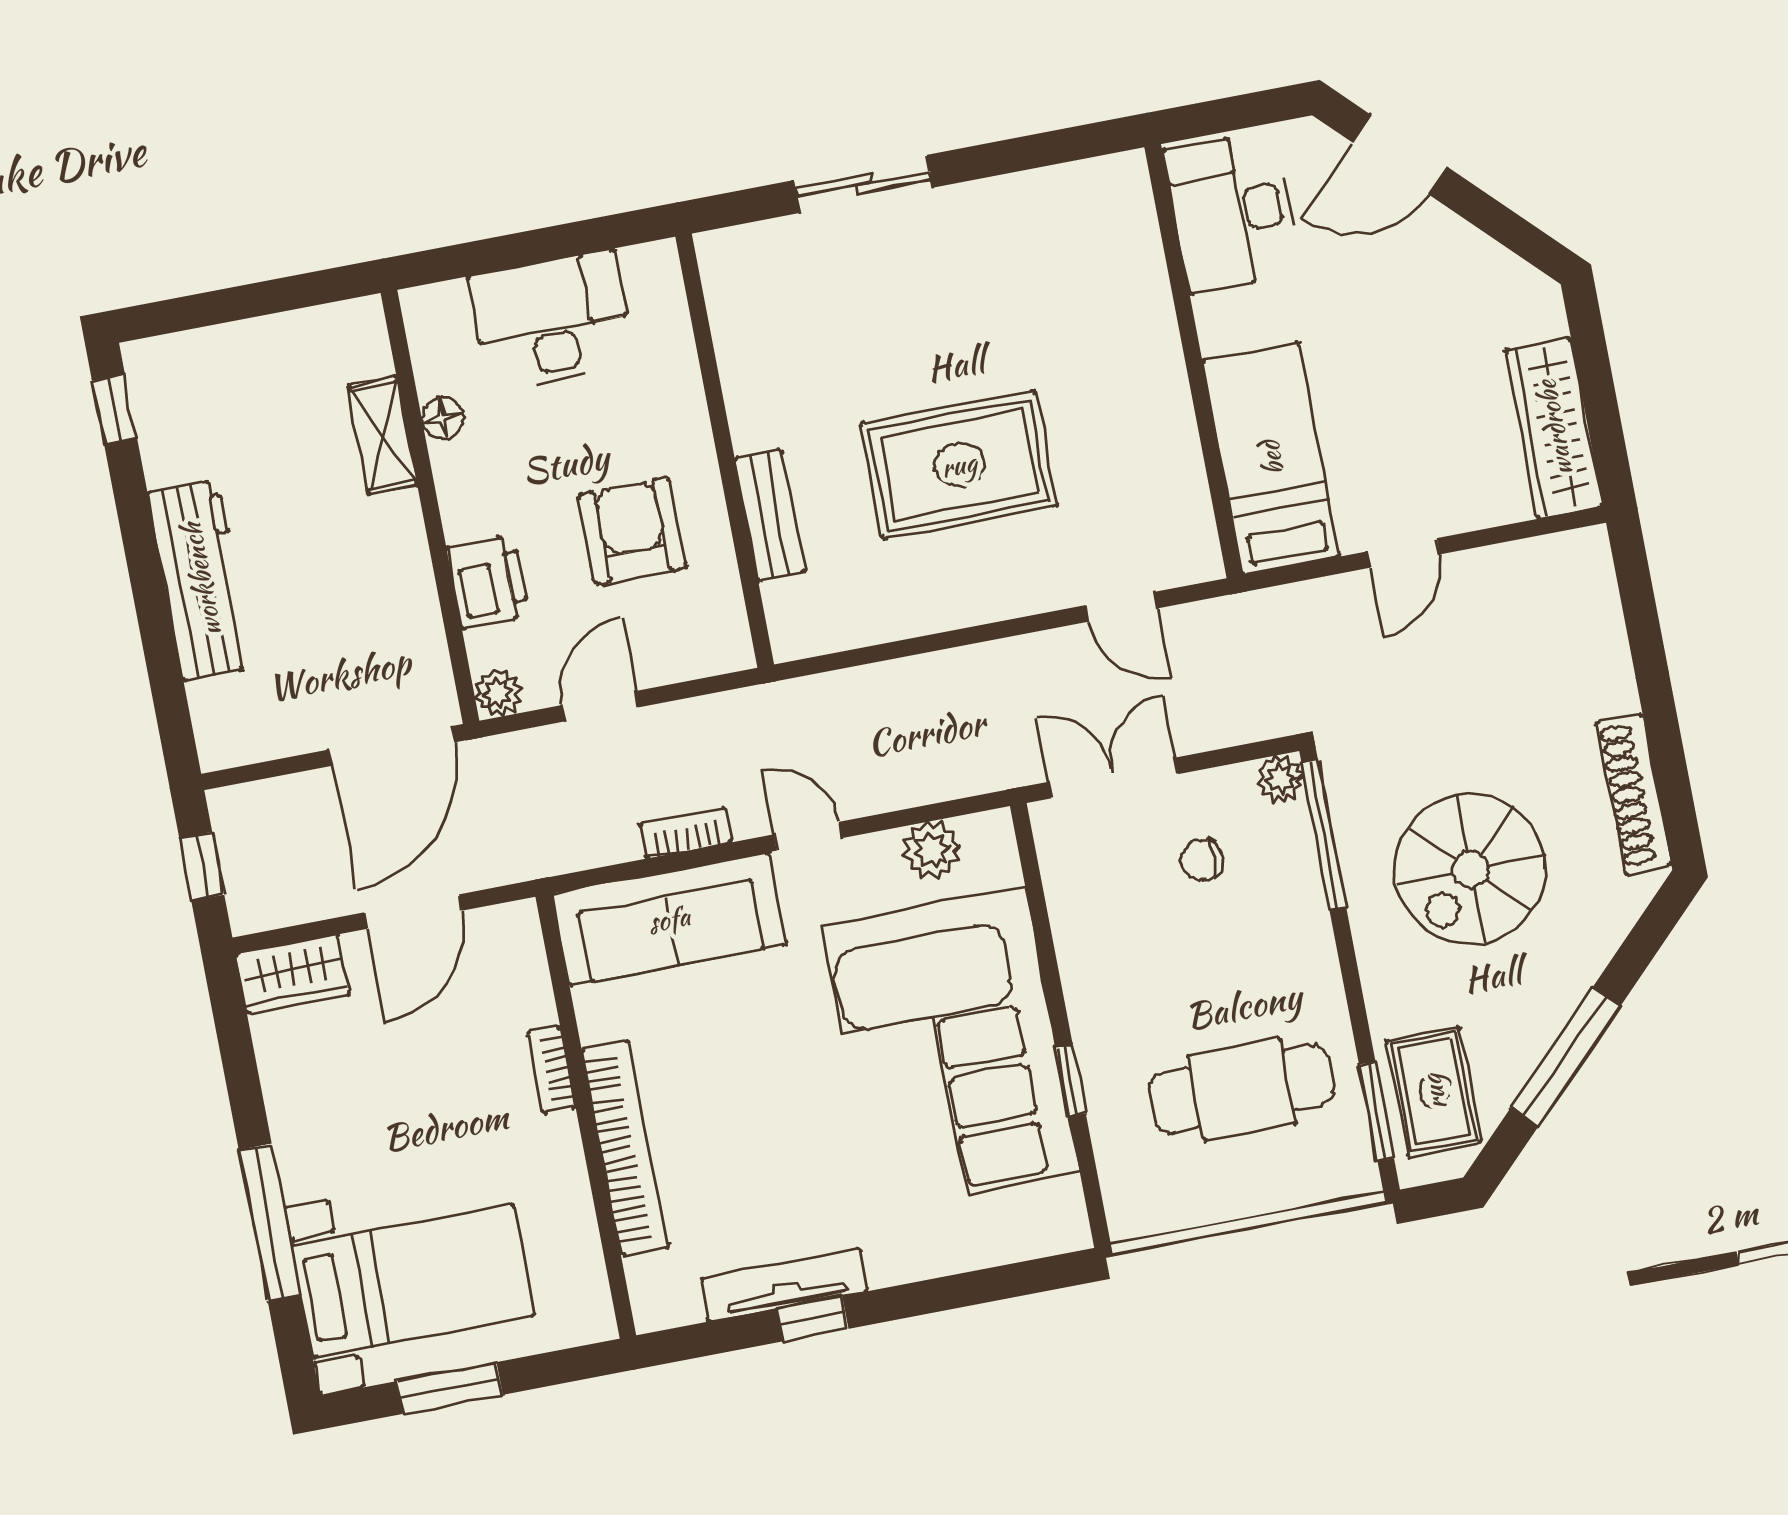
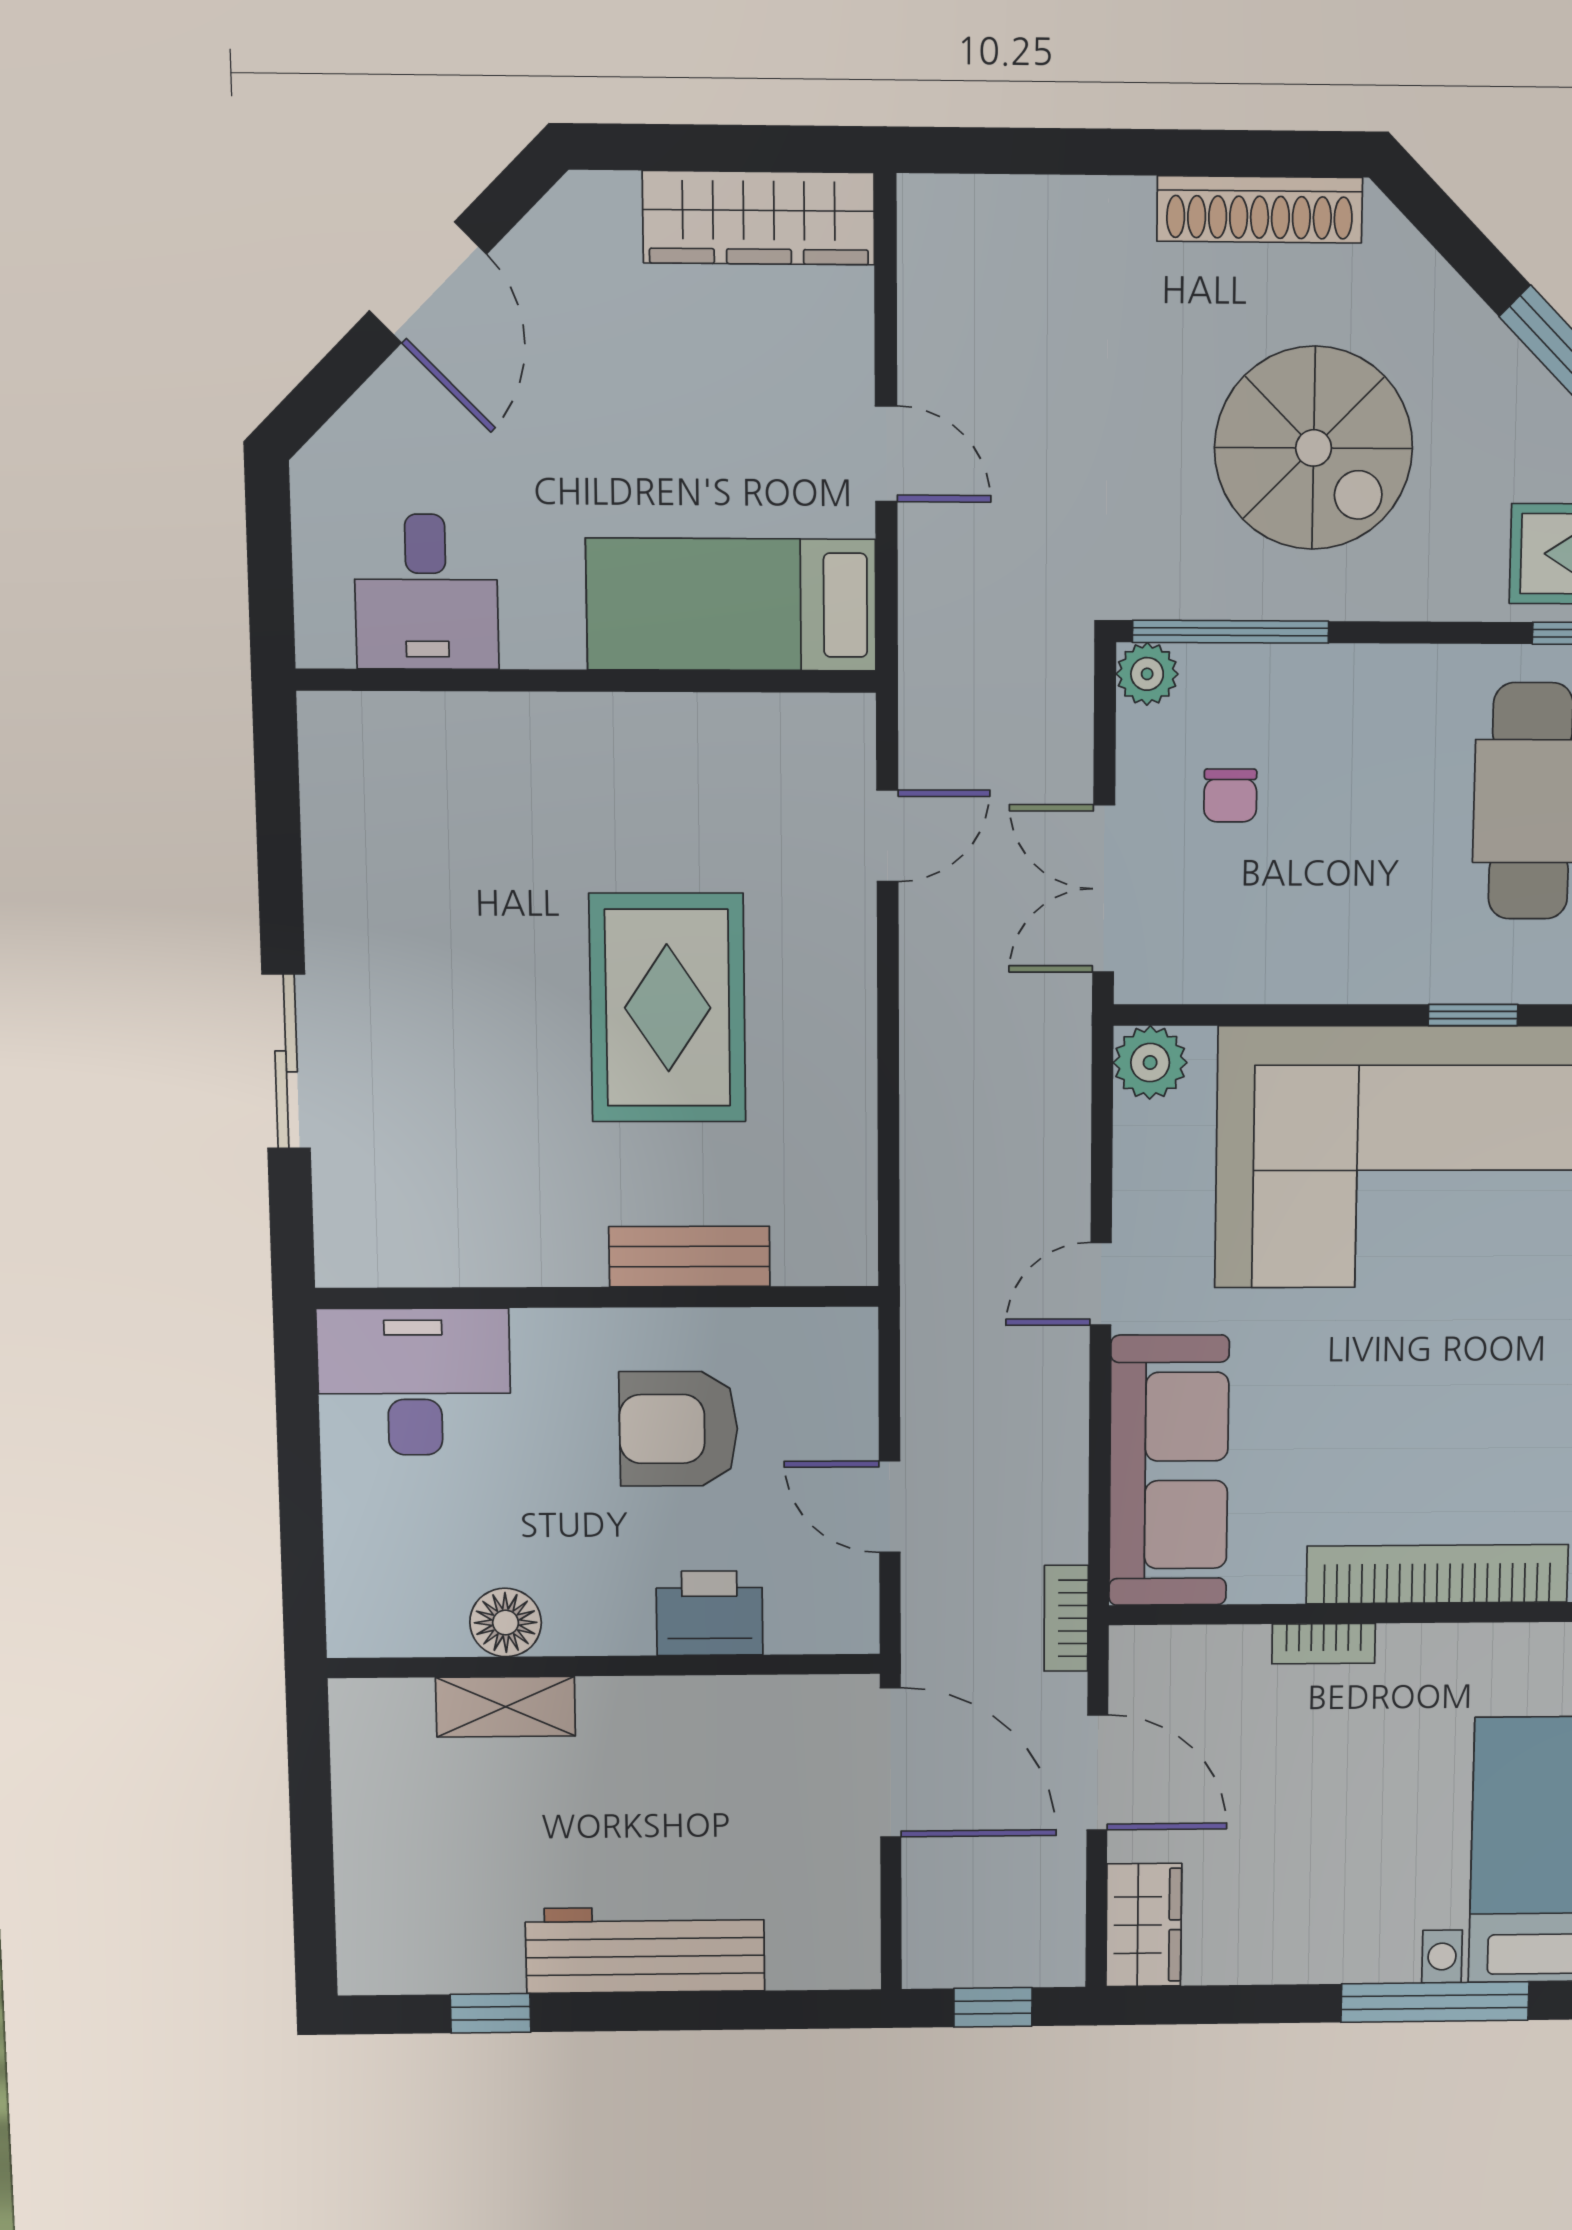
door: (1400, 155) -> (428, 282), moved
desk: (1232, 212) -> (426, 592), width x0.73
desk: (551, 320) -> (414, 1382), moved, turned 90
window: (115, 409) -> (491, 2013), moved
floor lamp: (442, 418) -> (506, 1623), width x1.37, depth x1.37
plant: (498, 693) -> (850, 1625), removed
bookcase: (686, 833) -> (1066, 1618), moved
plant: (932, 850) -> (1150, 1063), moved

